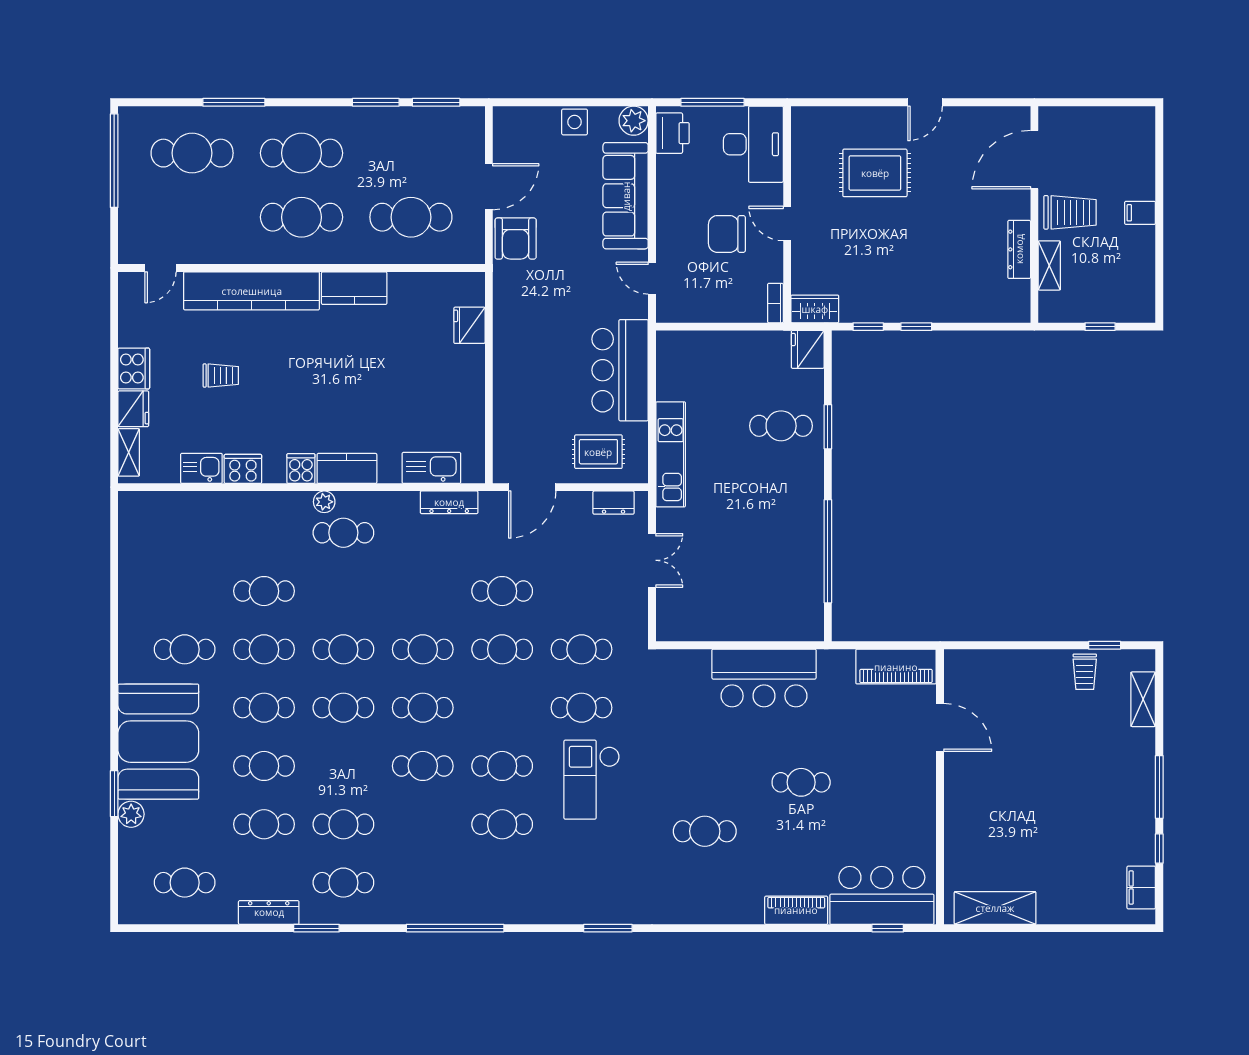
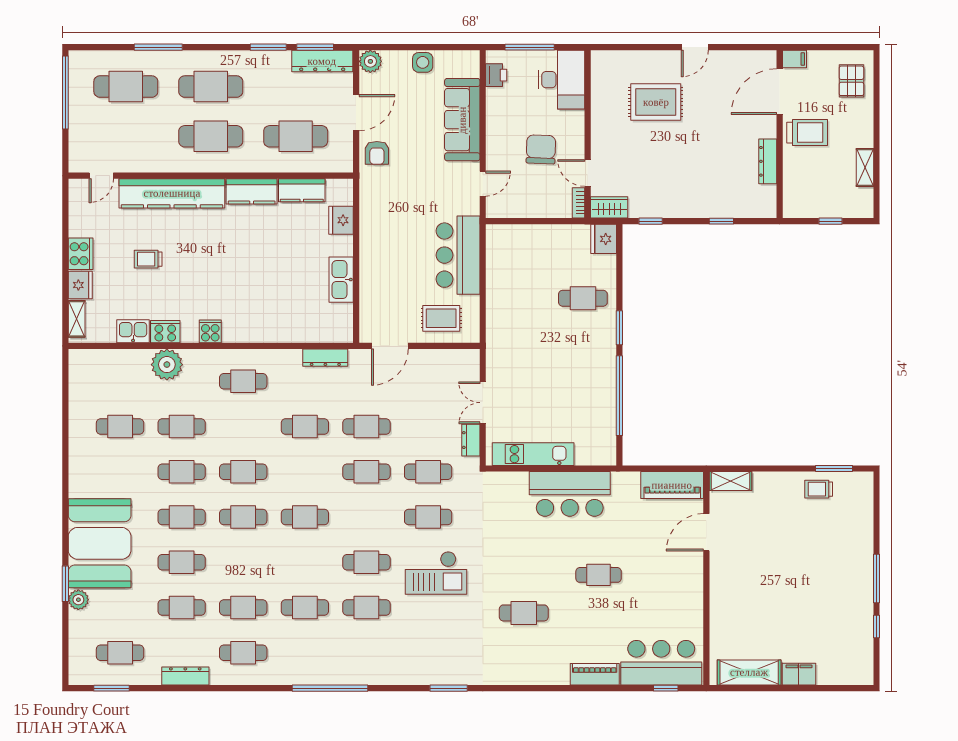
dresser: (445, 120) -> (322, 61), added
plant: (634, 121) -> (370, 61), moved
printer: (672, 133) -> (496, 75), width x0.73, depth x0.81
pallet: (1127, 146) -> (851, 81), added
filing cabinet: (1140, 213) -> (794, 59), moved, turned 180
door: (787, 223) -> (588, 173), moved
chair: (727, 234) -> (541, 149), turned 92
armchair: (516, 239) -> (377, 153), width x0.72, depth x0.72
shelving: (1049, 265) -> (865, 168), moved
door: (652, 278) -> (483, 184), swing flipped
window: (916, 327) -> (721, 221), moved
trolley: (221, 375) -> (148, 259), turned 180
window: (828, 427) -> (619, 328), moved
kitchen unit: (671, 454) -> (533, 454), moved, turned -90
kitchen counter: (347, 468) -> (302, 190), moved, turned 180
kitchen sink: (431, 468) -> (341, 280), moved, turned -90
plant: (324, 502) -> (167, 365), moved, width x1.88, depth x1.88
dresser: (614, 503) -> (471, 440), moved, turned 90
double door: (652, 560) -> (483, 403), swing flipped
window: (1105, 645) -> (834, 469), width x1.50
cafe table: (185, 649) -> (120, 426), moved
cafe table: (423, 649) -> (305, 426), moved
trolley: (1085, 672) -> (819, 489), turned 90
shelving: (1143, 699) -> (730, 481), moved, turned 90
door: (940, 727) -> (706, 532), swing flipped
cafe table: (423, 766) -> (305, 608), moved
checkout: (592, 780) -> (436, 573), turned -90
filing cabinet: (1141, 888) -> (799, 674), moved, turned 90
window: (316, 928) -> (112, 688), moved

